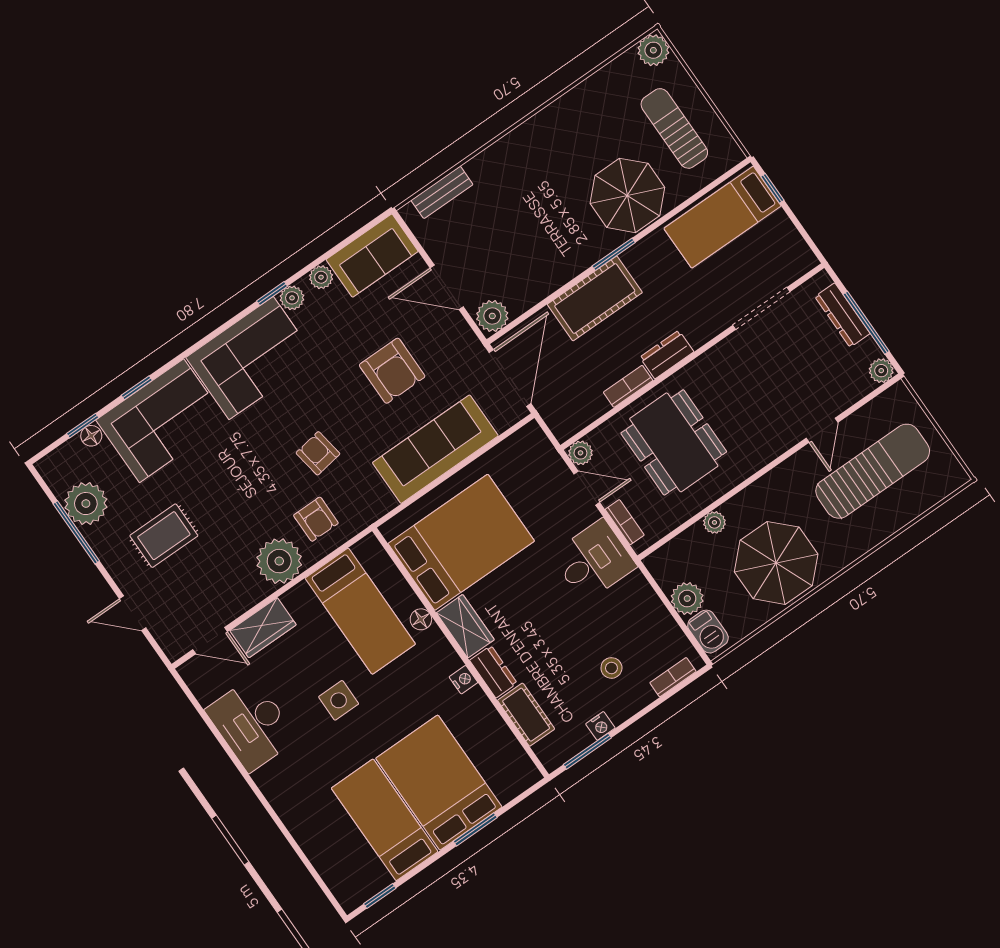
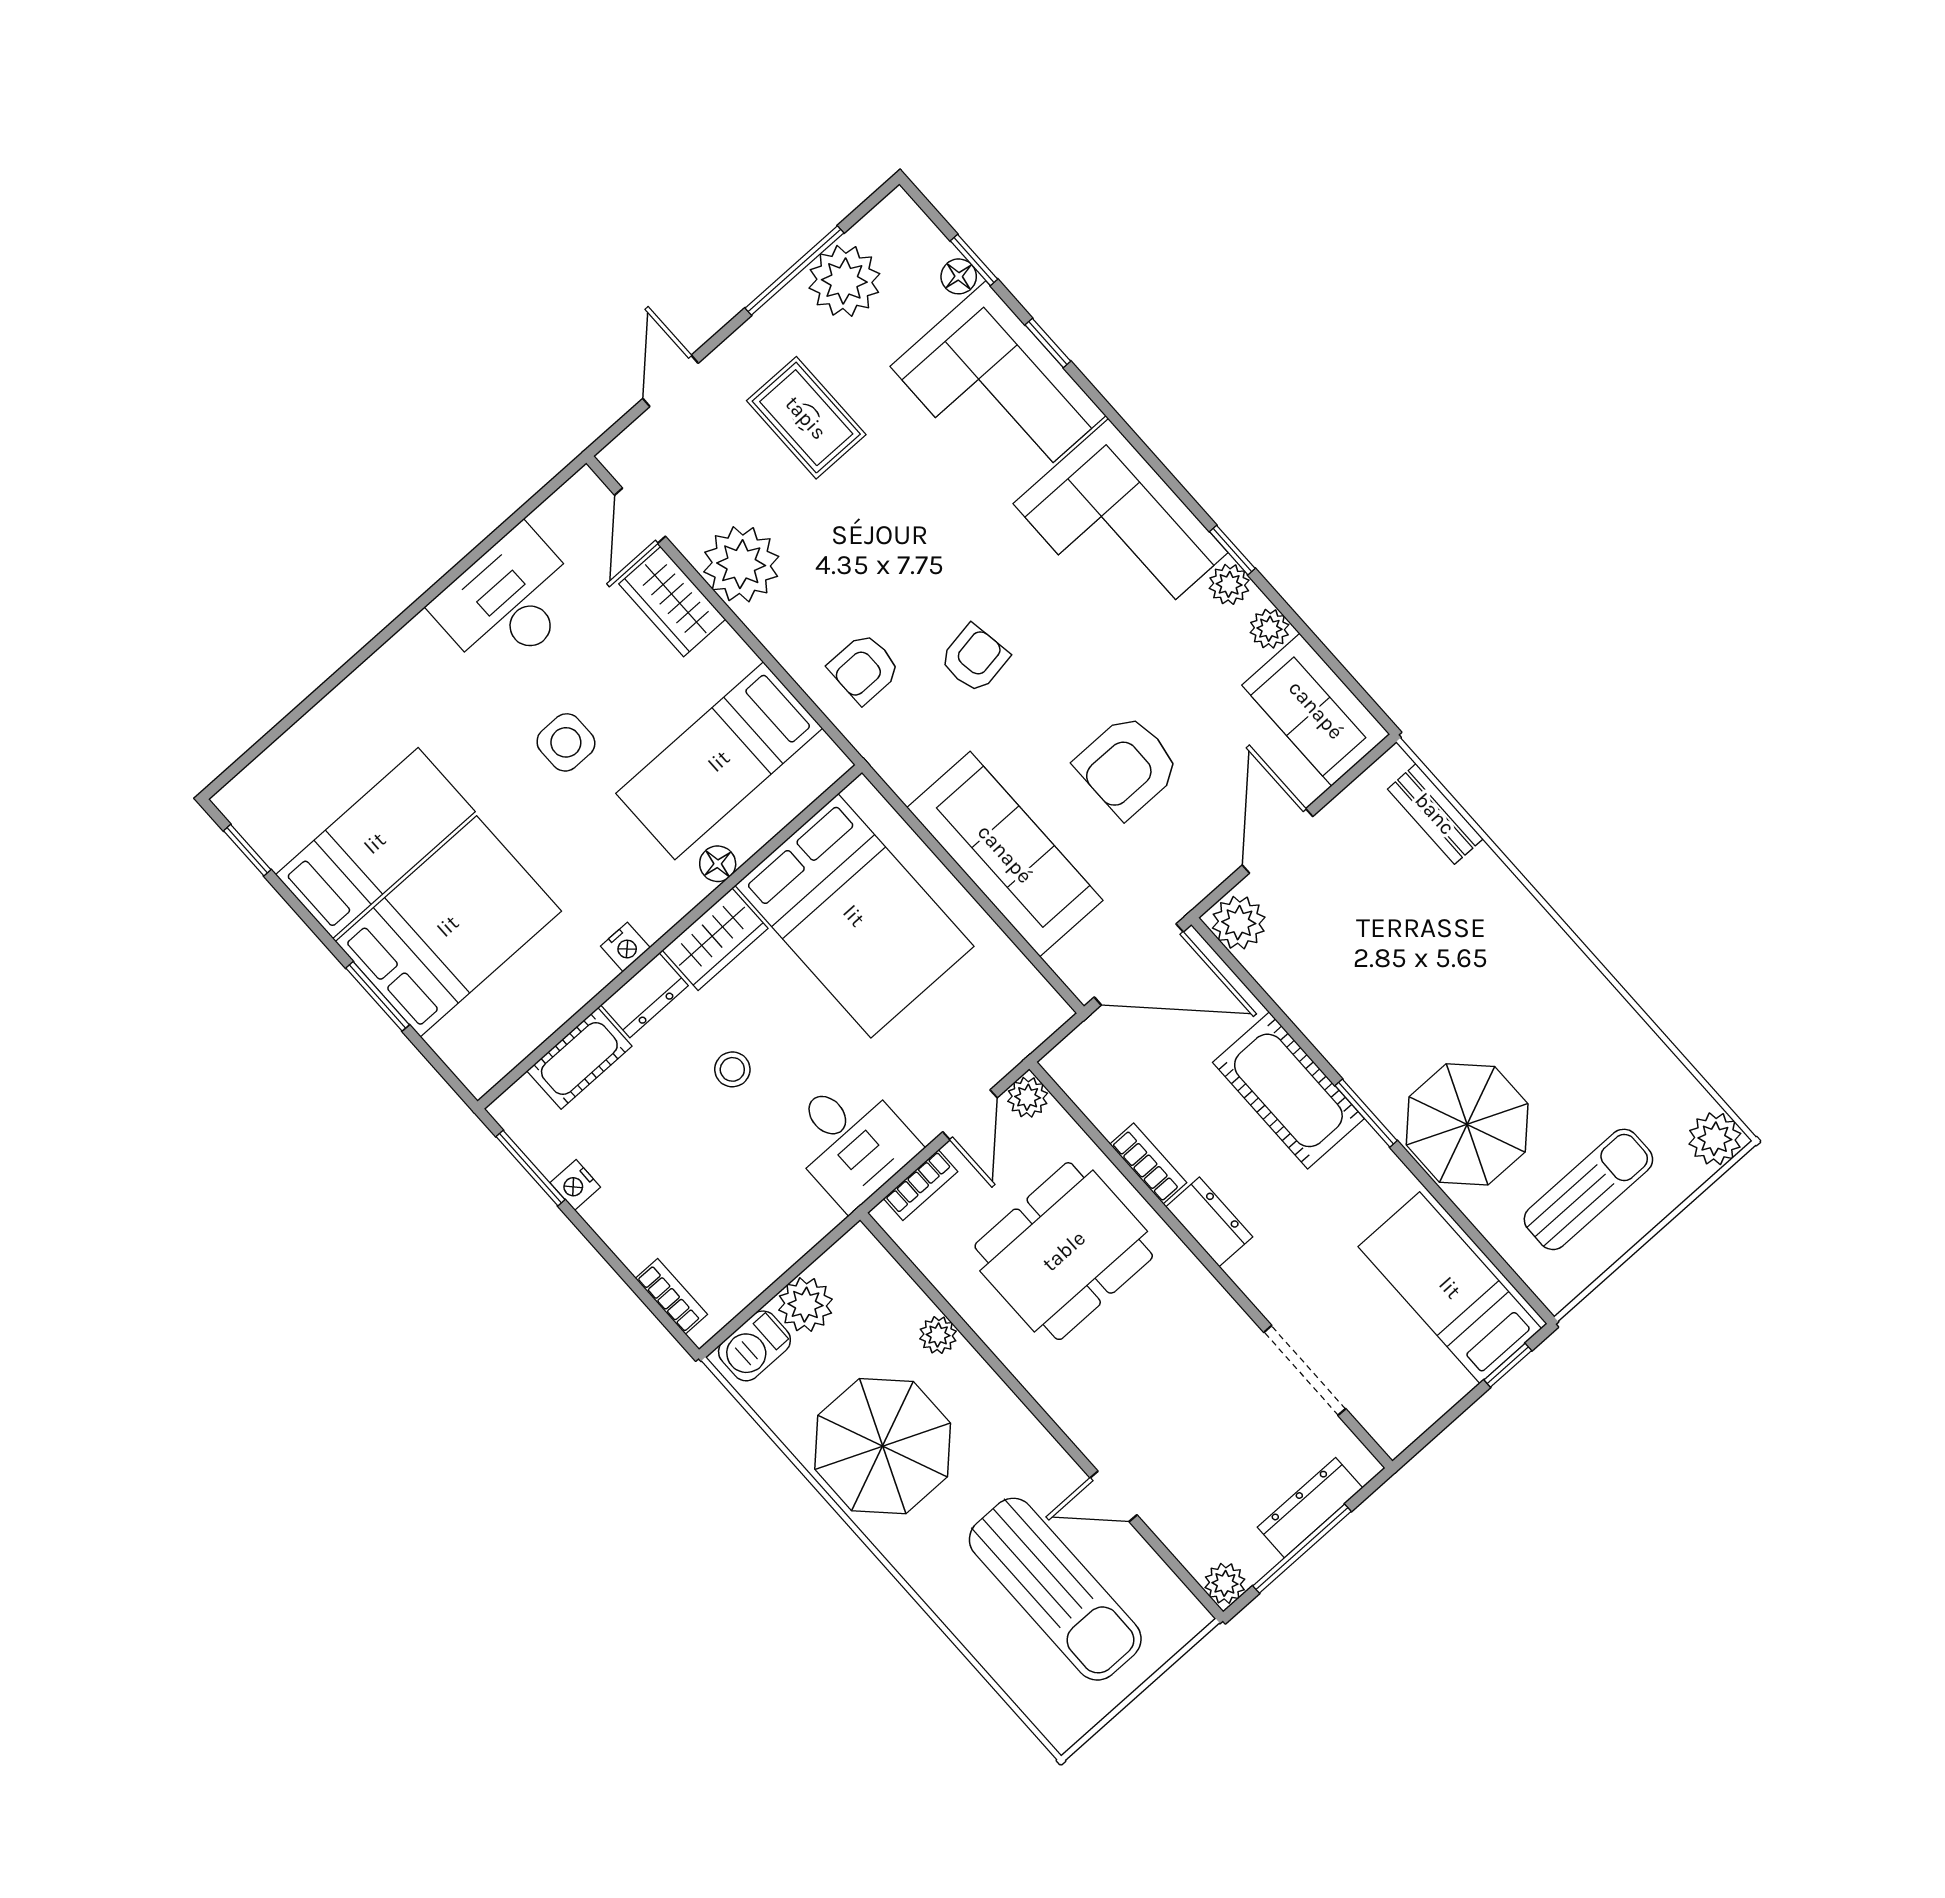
plant: (279, 561) -> (741, 564), moved
stool: (611, 668) -> (732, 1069), moved

